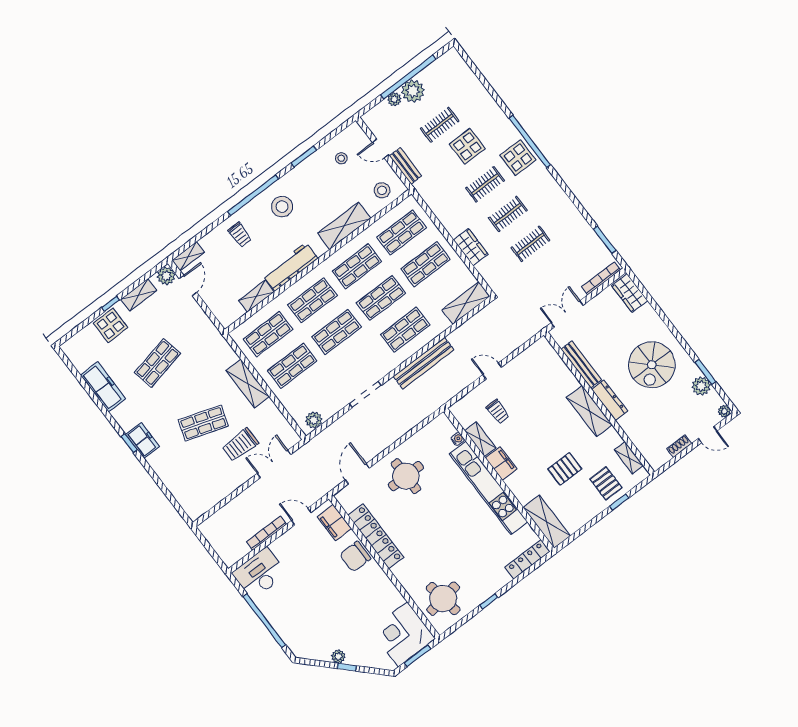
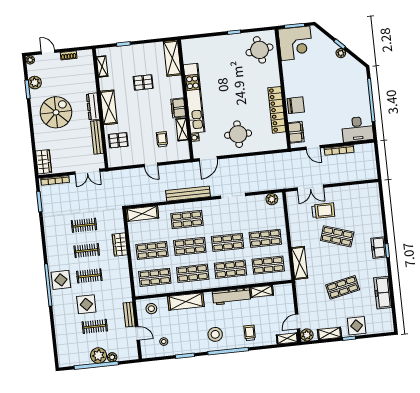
shelving: (248, 384) -> (299, 263), moved
door: (357, 474) -> (208, 159), moved
pallet: (606, 483) -> (118, 140), moved, turned 90
locker: (527, 559) -> (197, 43), removed

